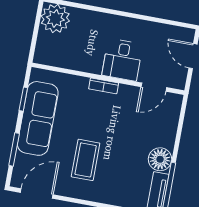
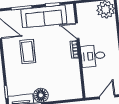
door: (154, 87) -> (77, 31), moved
coffee table: (86, 160) -> (28, 52), turned 90

